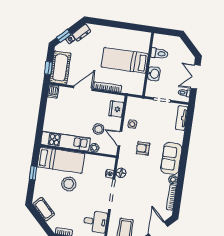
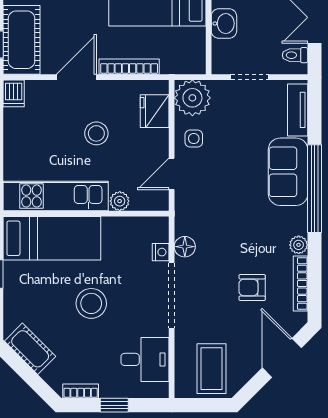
plant: (134, 105) -> (192, 98), added
stool: (98, 129) -> (96, 133), moved
door: (120, 139) -> (172, 174), hinge flipped
armchair: (143, 148) -> (252, 288), moved
window: (184, 155) -> (315, 189), added
sofa: (171, 159) -> (288, 172), moved
stool: (69, 184) -> (91, 303), moved

